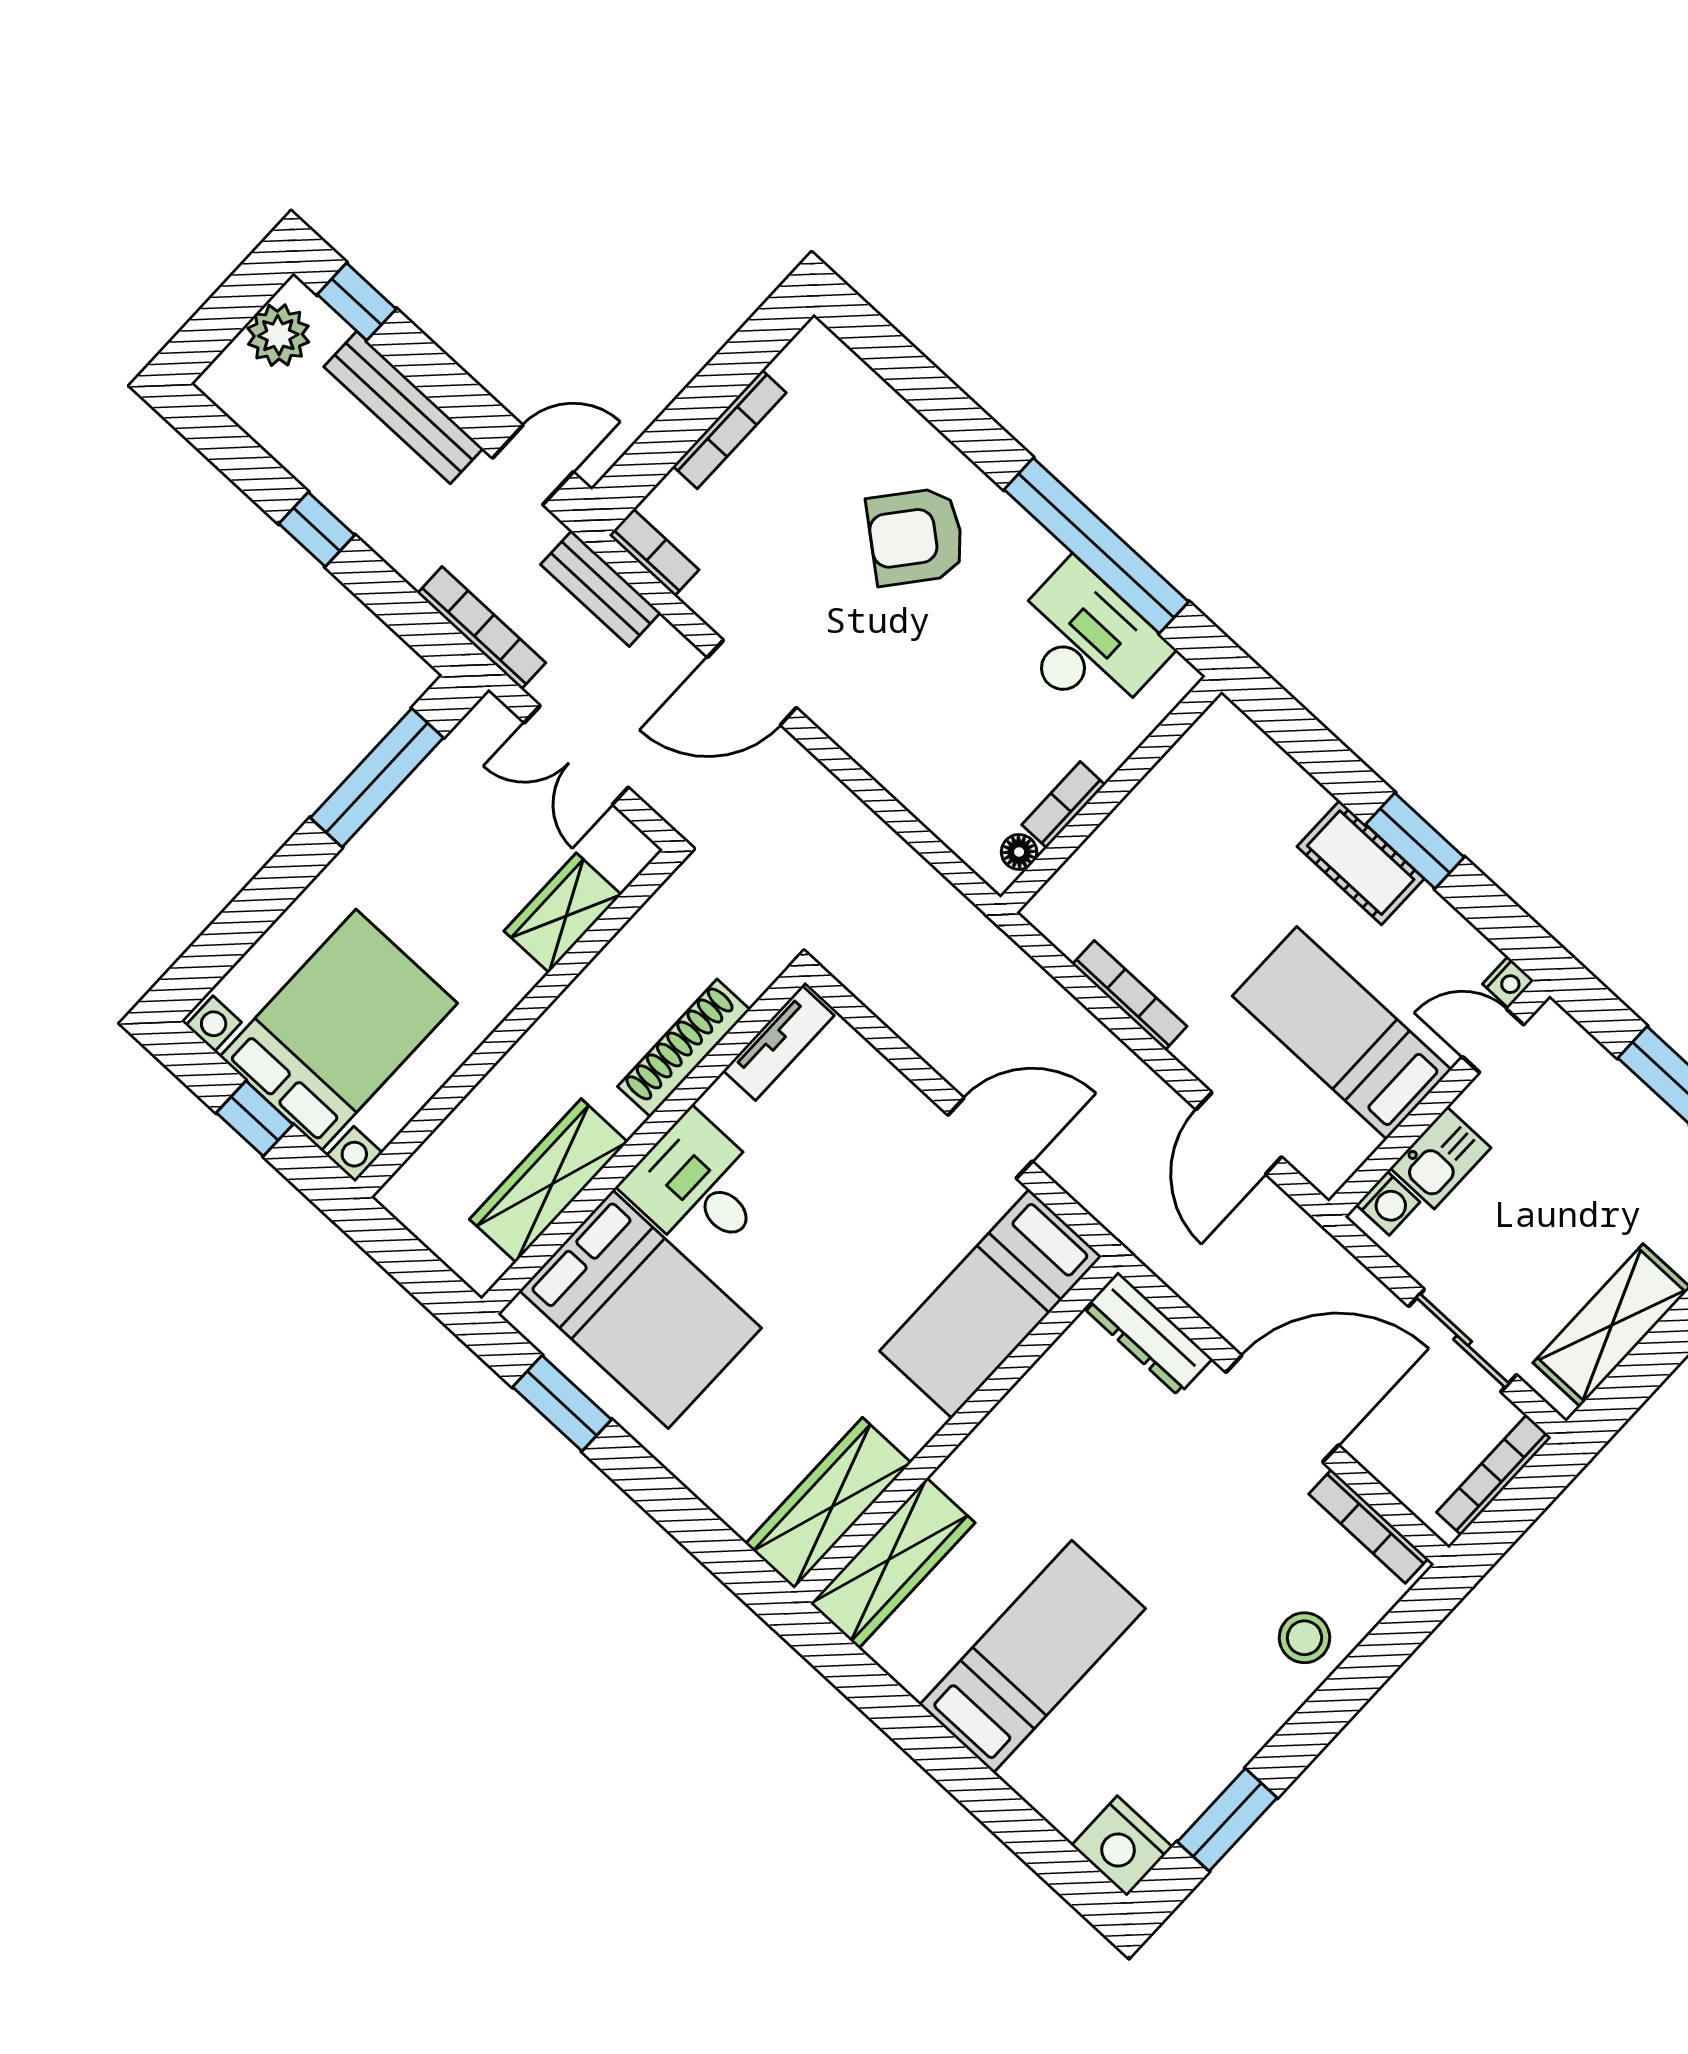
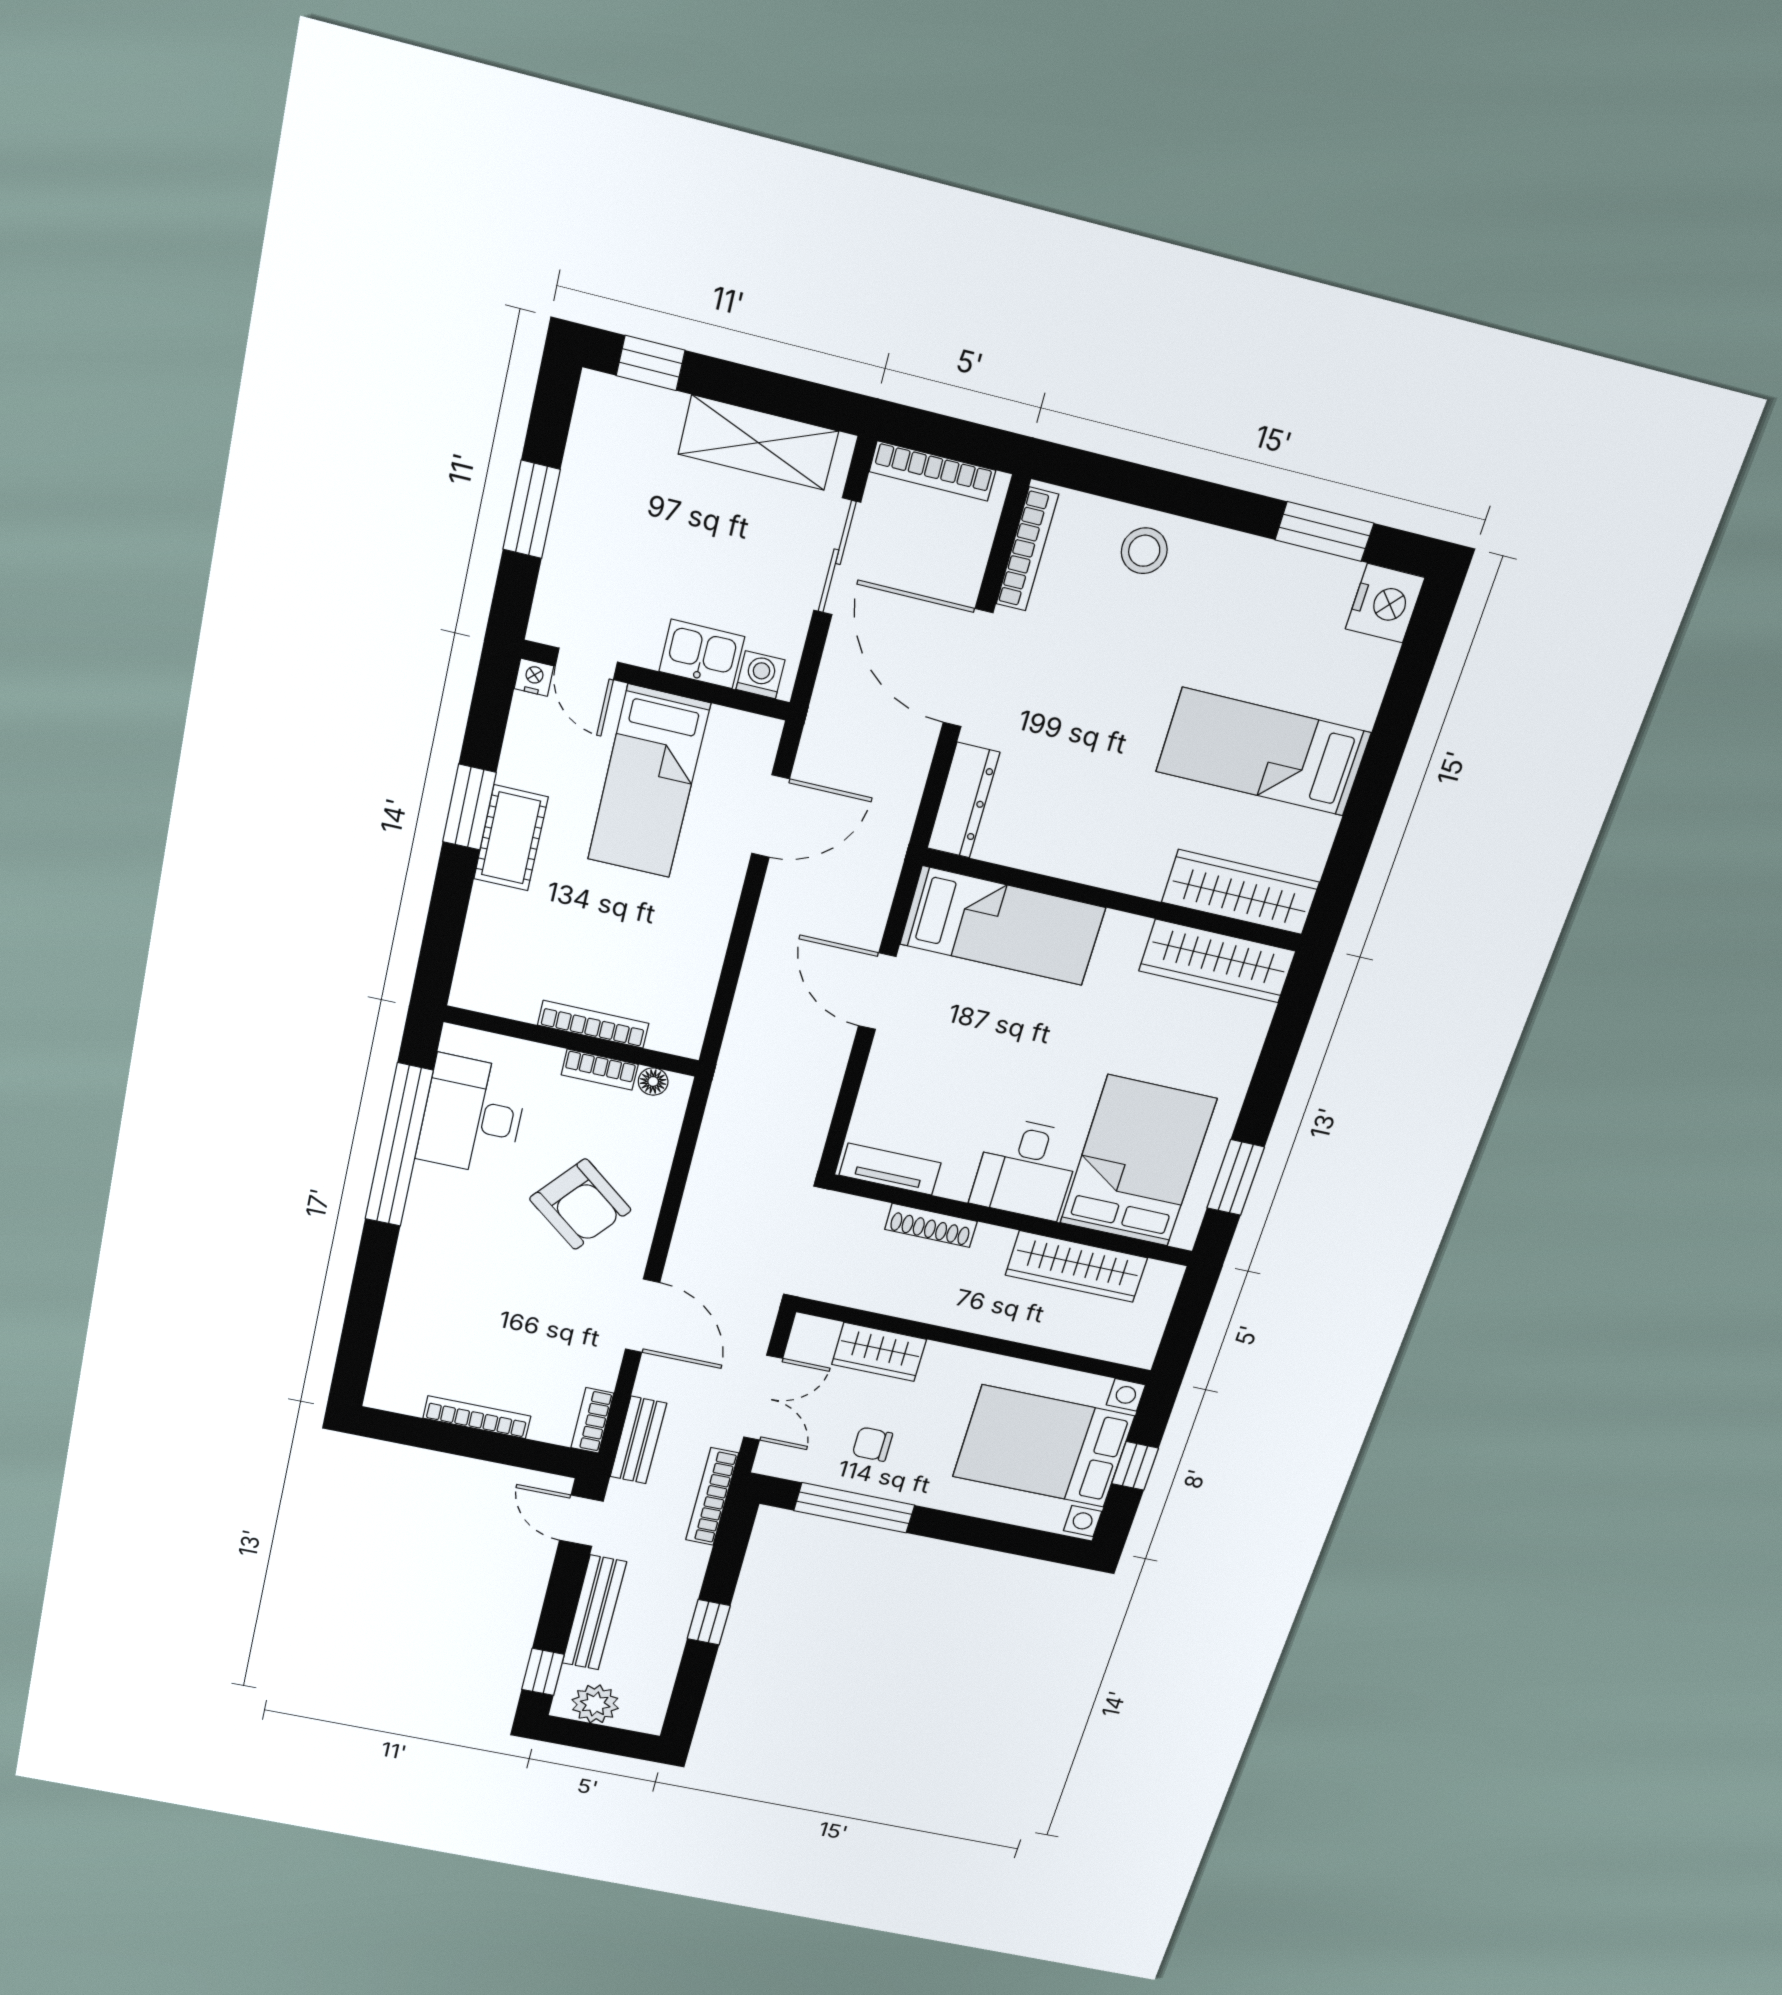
armchair: (916, 537) -> (580, 1204), moved
chair: (449, 843) -> (872, 1444), added
bookcase: (1130, 995) -> (593, 1024), moved, turned 90
shoe rack: (684, 1048) -> (931, 1225), width x0.74, depth x0.81

